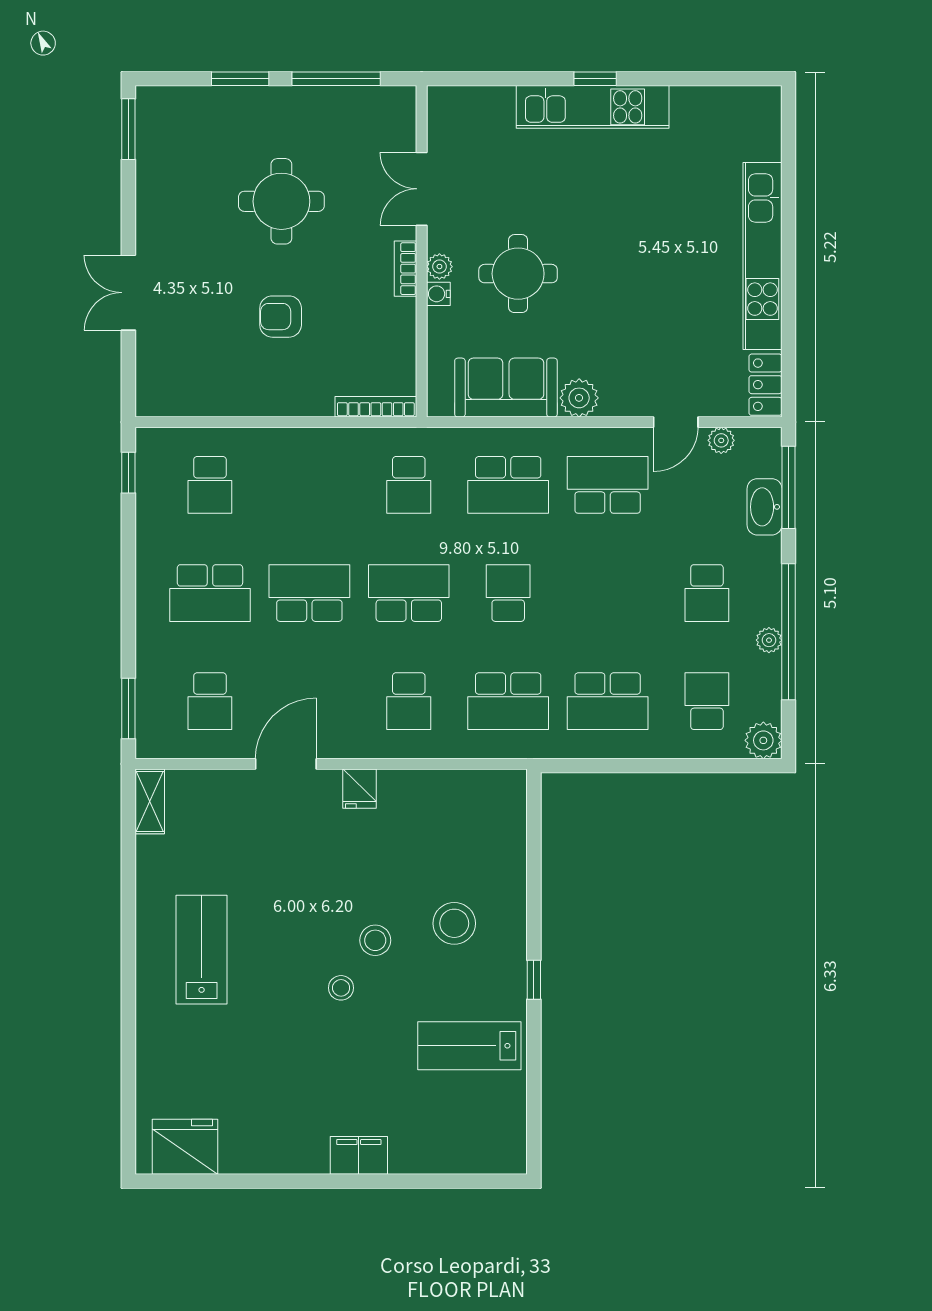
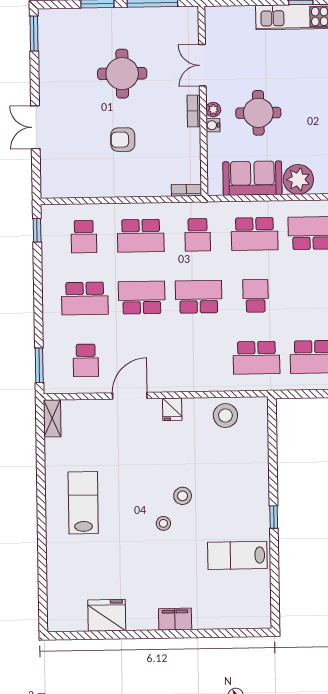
plant: (579, 398) -> (298, 179), width x1.36, depth x1.36
bookcase: (376, 407) -> (186, 190), width x0.64
school desk: (409, 701) -> (141, 236), moved, width x1.85
stool: (454, 923) -> (225, 416), moved
fridge: (185, 1147) -> (107, 615), moved

